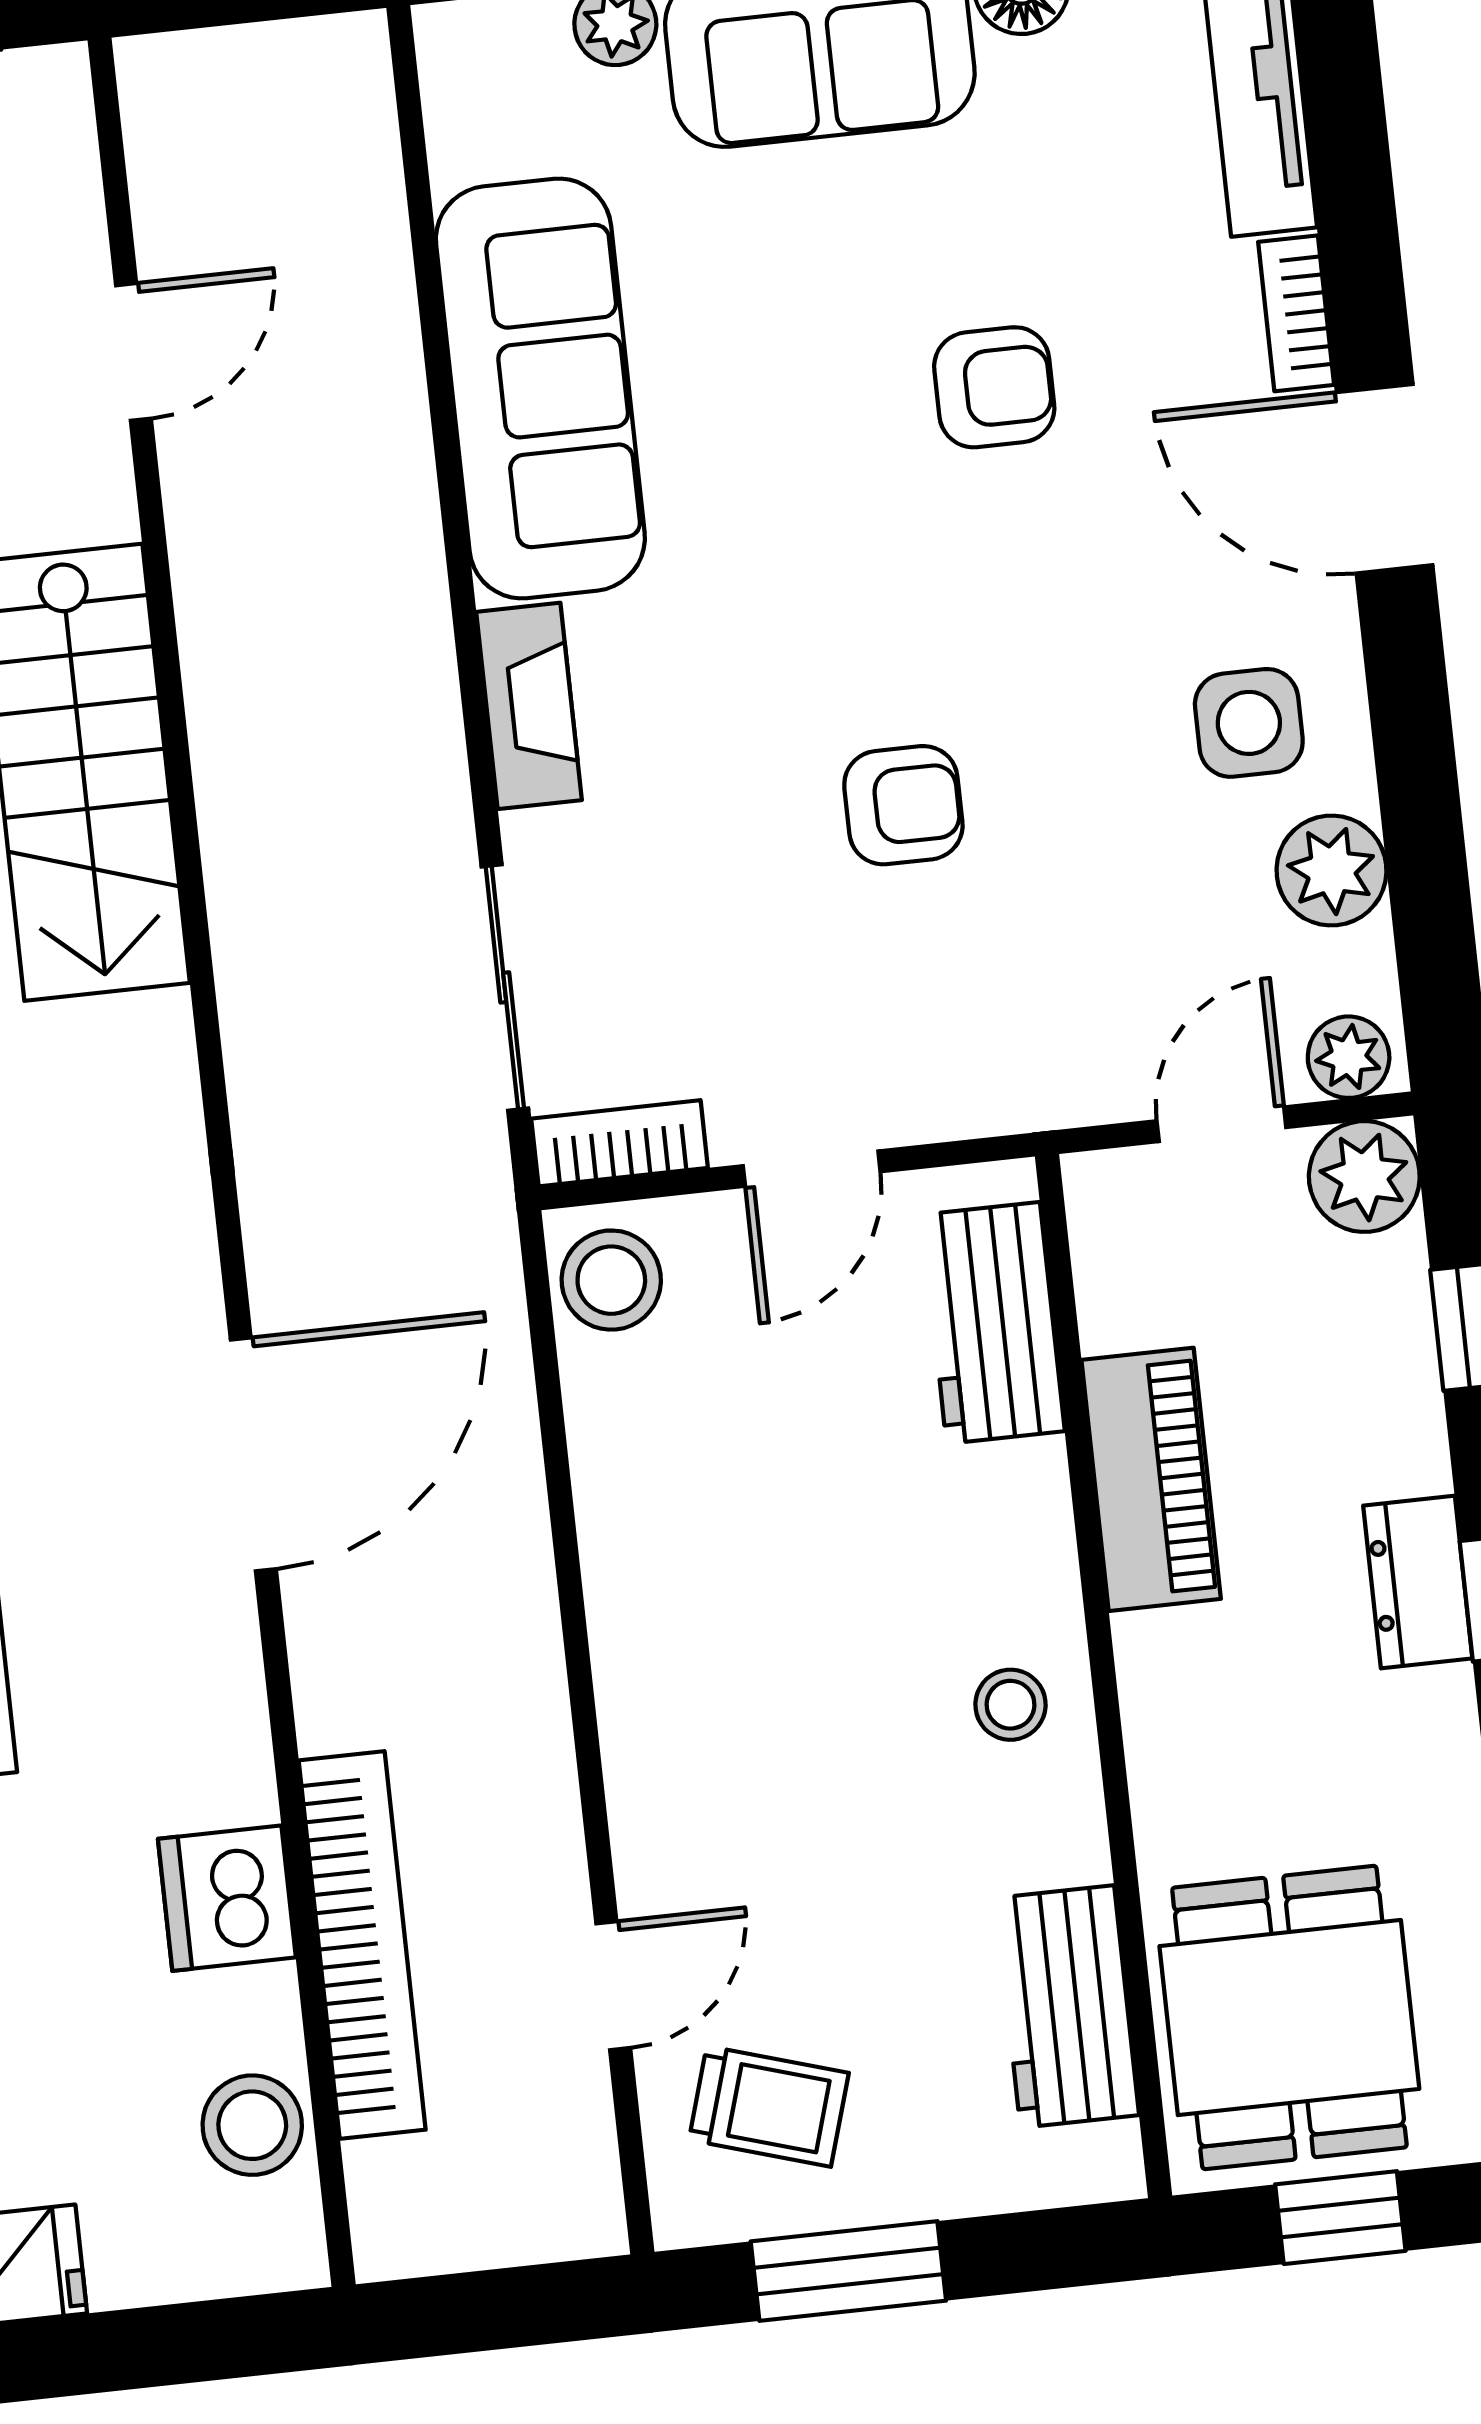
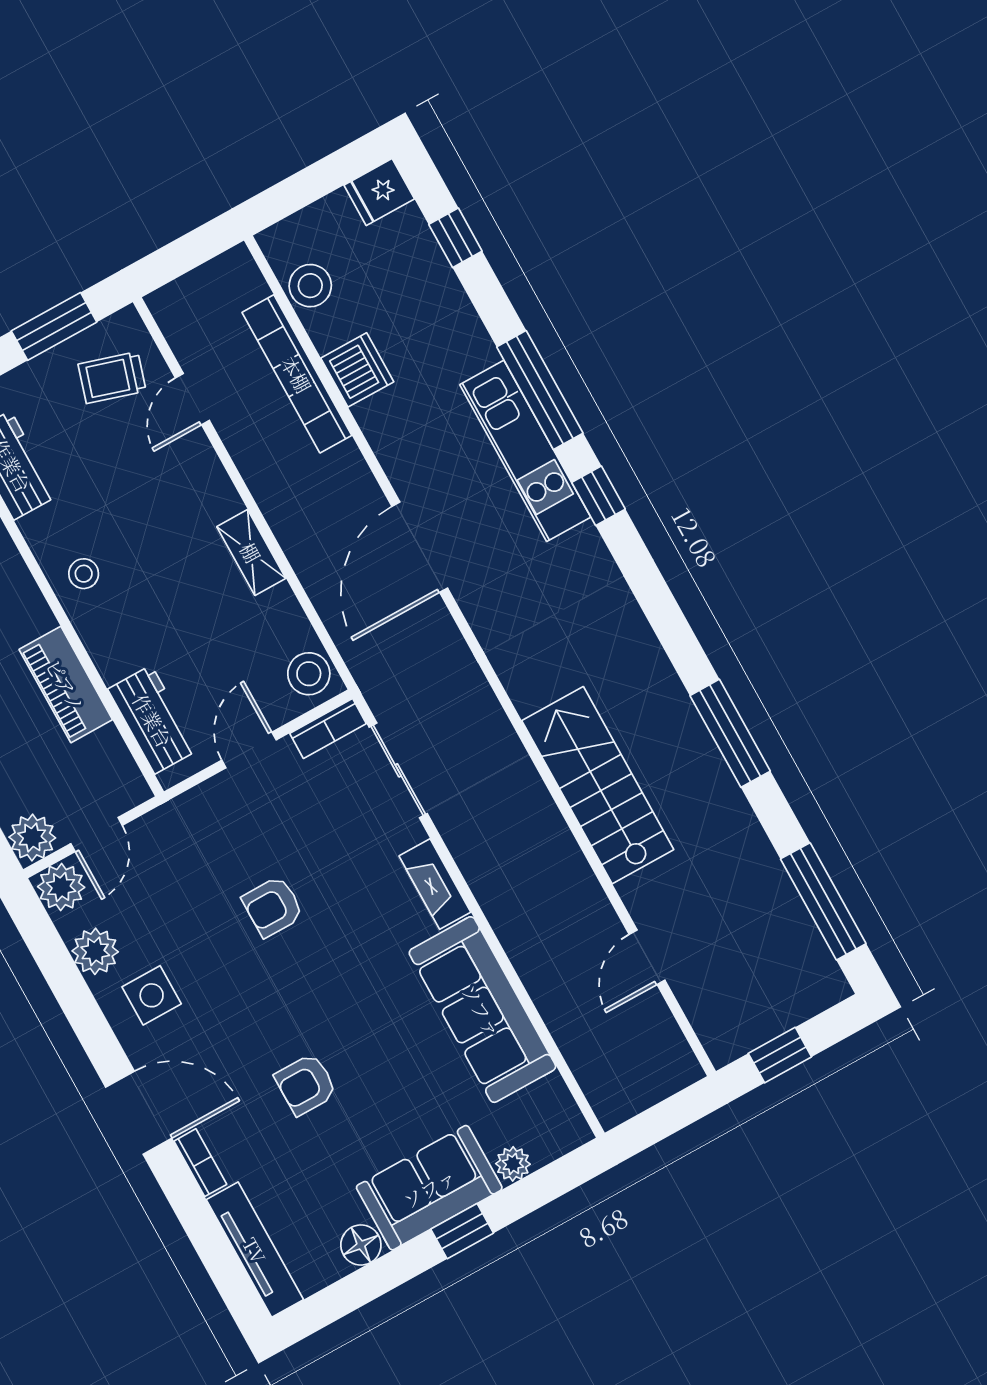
plant: (1349, 1057) -> (61, 887), width x1.38, depth x1.38
shelving: (625, 1597) -> (251, 552), added

